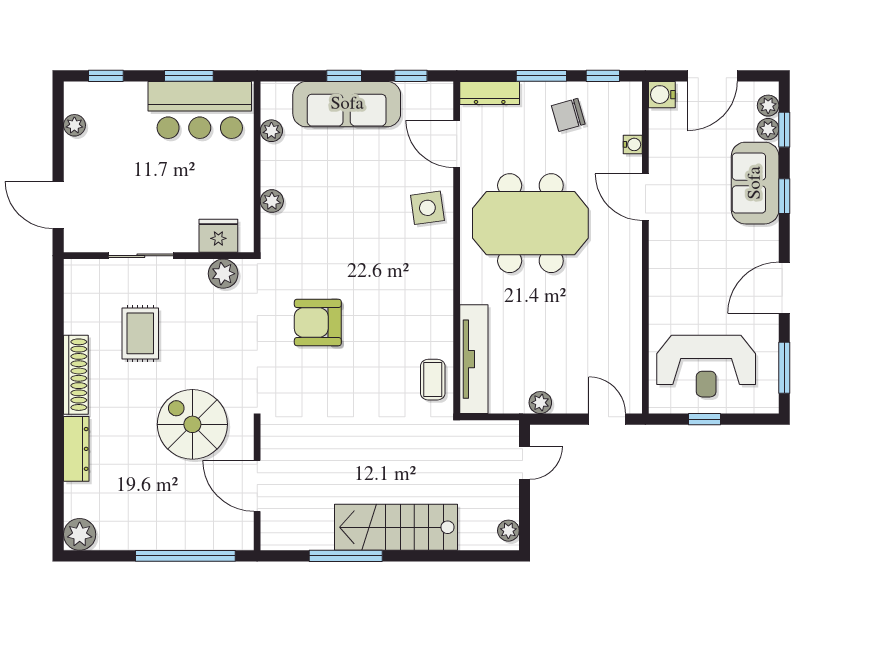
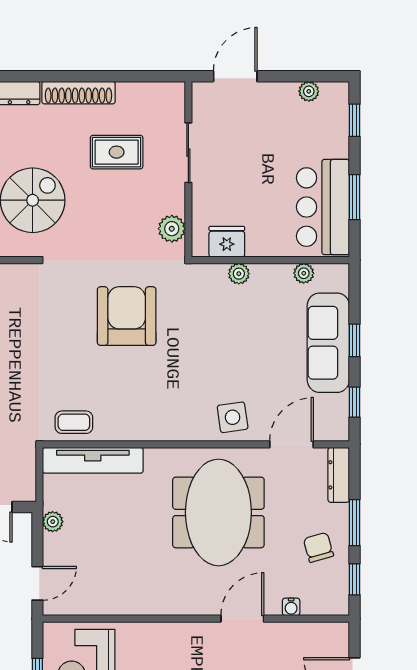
water cooler: (662, 95) -> (337, 634), removed
fridge: (218, 236) -> (227, 242), moved, turned -90
armchair: (318, 323) -> (127, 316), width x1.36, depth x1.36

